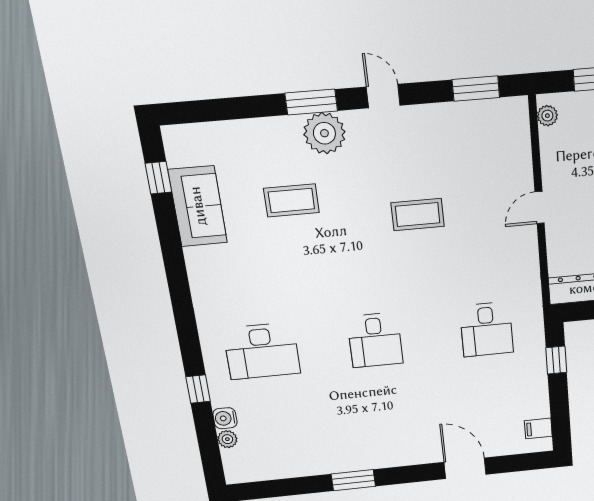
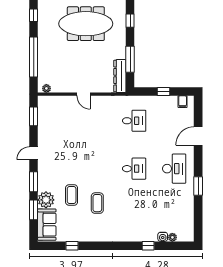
window: (239, 108) -> (34, 210), added
plant: (324, 133) -> (46, 200), moved
window: (158, 178) -> (72, 246), moved
sofa: (198, 206) -> (47, 225), moved, turned 90
coffee table: (418, 215) -> (97, 203), moved
desk: (262, 351) -> (174, 169), moved
window: (556, 360) -> (163, 92), moved

